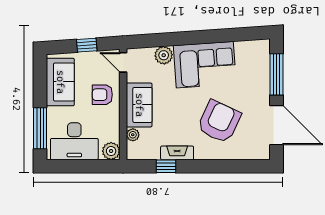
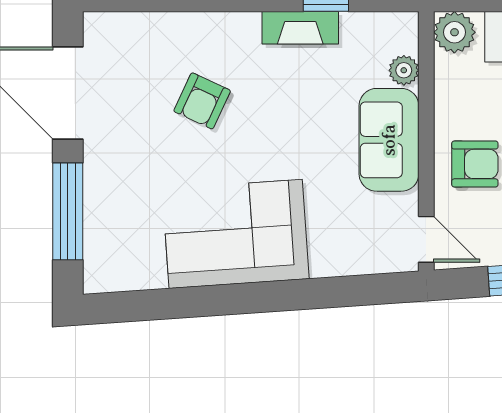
plant: (164, 55) -> (332, 256), removed
armchair: (219, 122) -> (202, 101), width x0.53, depth x0.53

